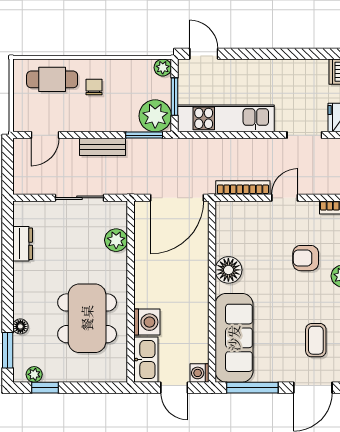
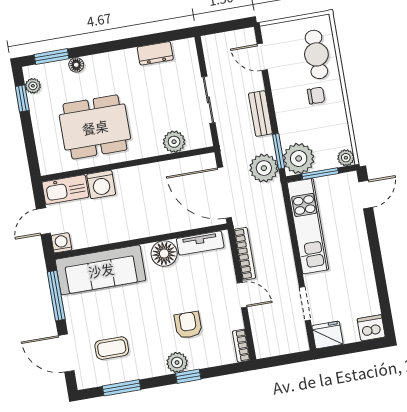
plant: (159, 153) -> (264, 168), added
tv unit: (224, 231) -> (200, 243), added

